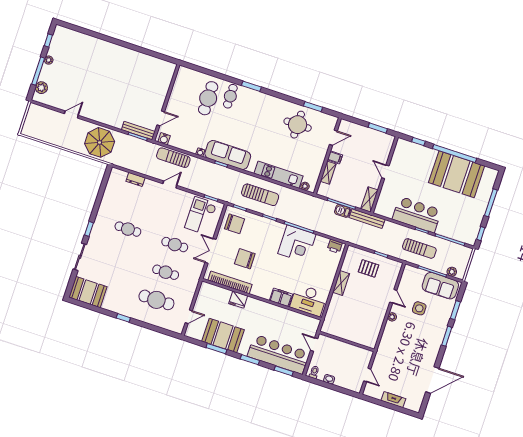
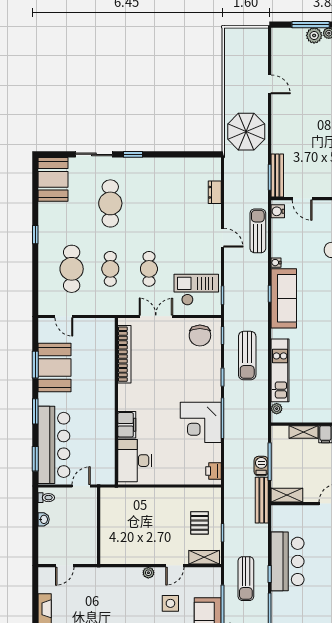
plant: (41, 88) -> (314, 35), moved
cafe table: (128, 229) -> (110, 203), moved, width x1.37, depth x1.35
chair: (245, 259) -> (160, 363), removed
shelving: (341, 283) -> (204, 557), moved
fridge: (238, 300) -> (106, 372), removed

